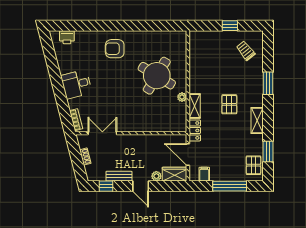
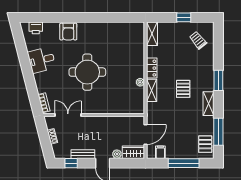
shelving: (195, 44) -> (152, 34), added
armchair: (115, 49) -> (68, 32), moved, turned -90
round table: (157, 76) -> (87, 72), moved, turned -31
window: (268, 83) -> (218, 80), moved
desk: (76, 84) -> (42, 60), moved
locker: (195, 130) -> (152, 68), moved
window: (268, 151) -> (218, 132), width x1.44
door: (188, 155) -> (146, 134), swing flipped

